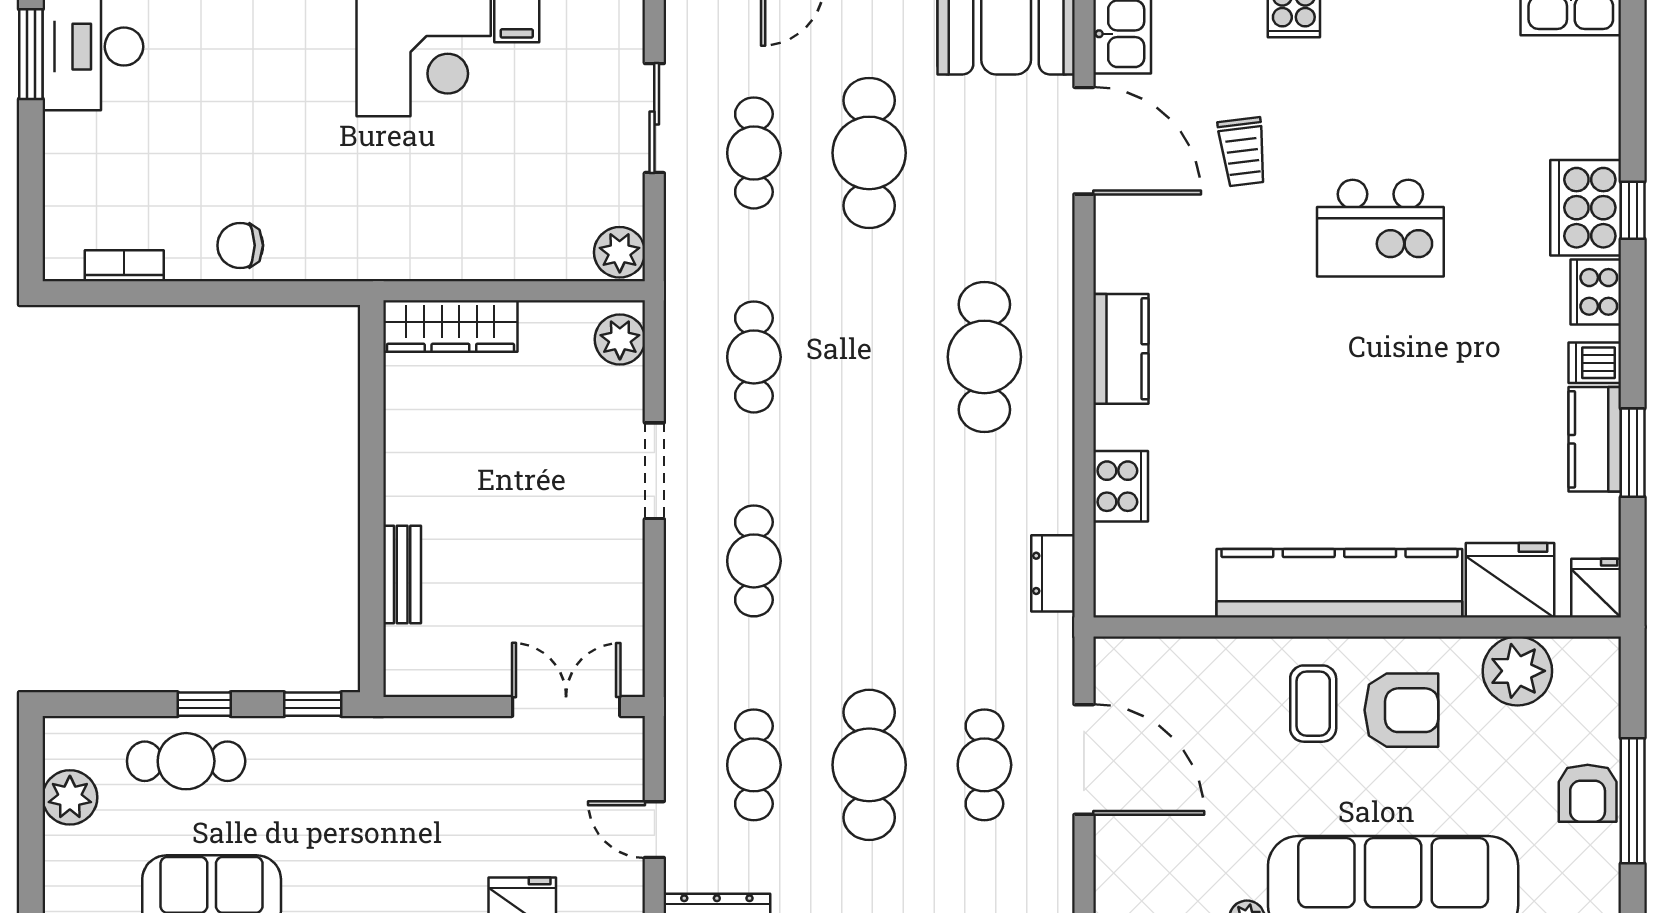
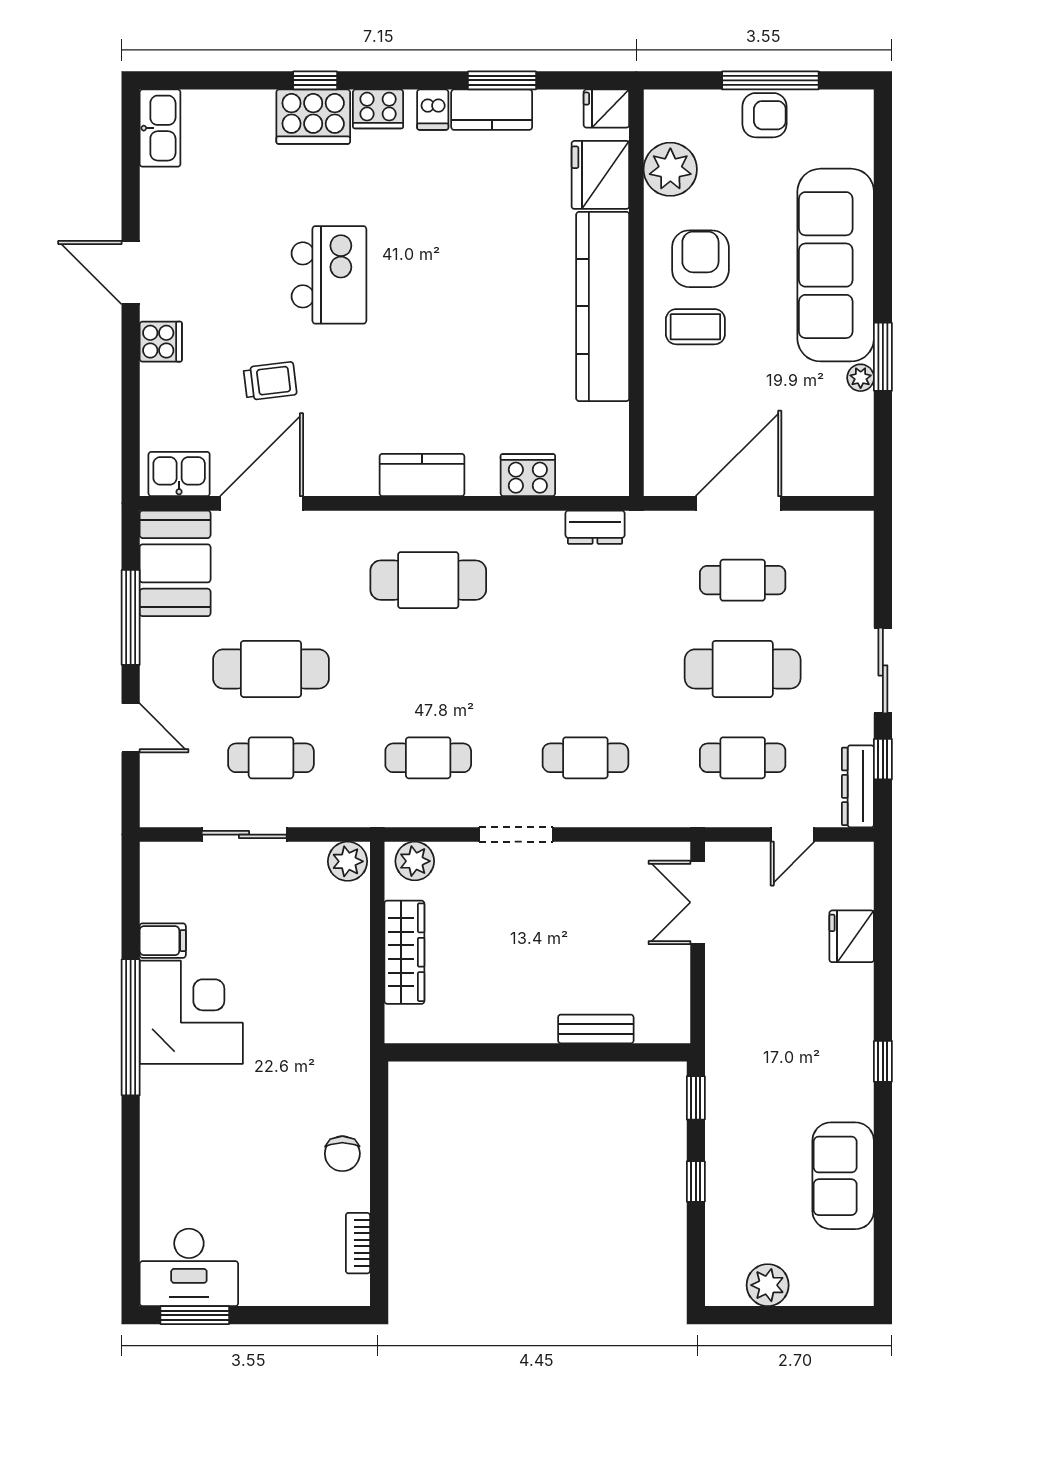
wardrobe: (450, 326) -> (404, 952), moved
cafe table: (186, 761) -> (740, 1195), removed

